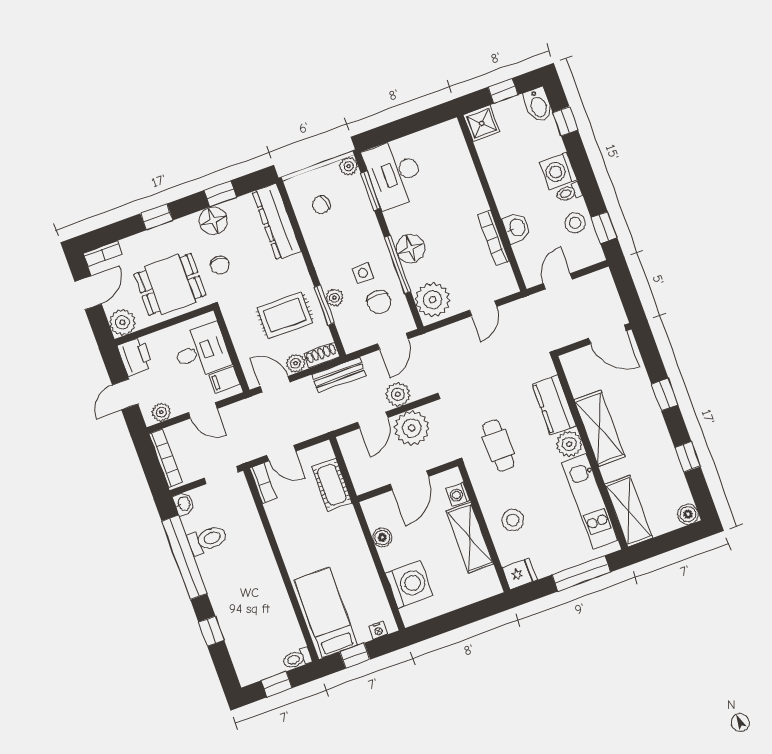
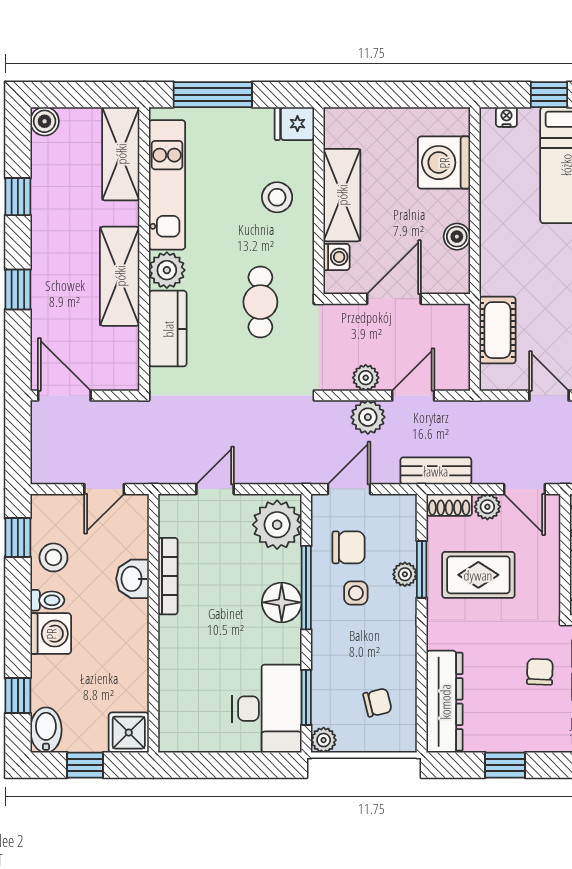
floor lamp: (213, 221) -> (527, 733), removed
chair: (379, 302) -> (349, 547), turned 90
plant: (412, 428) -> (366, 378), width x0.53, depth x0.53

